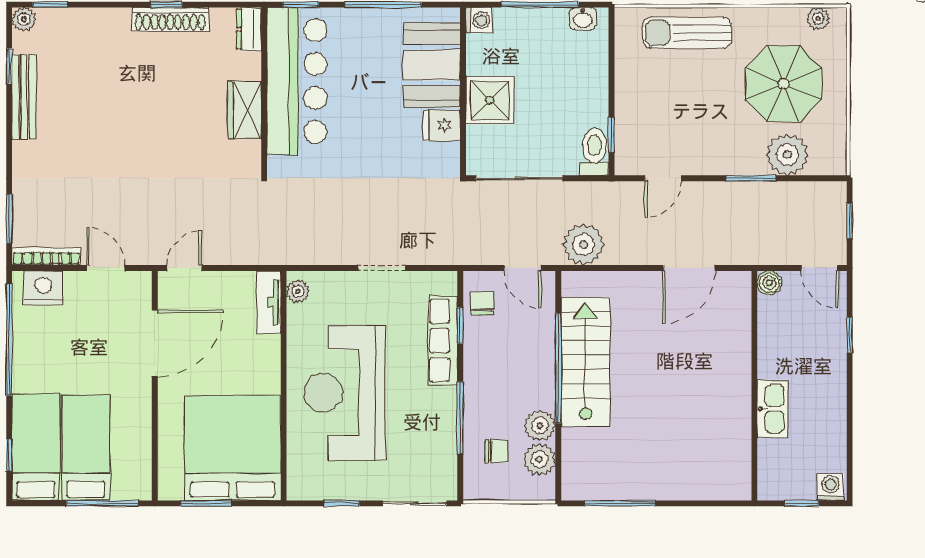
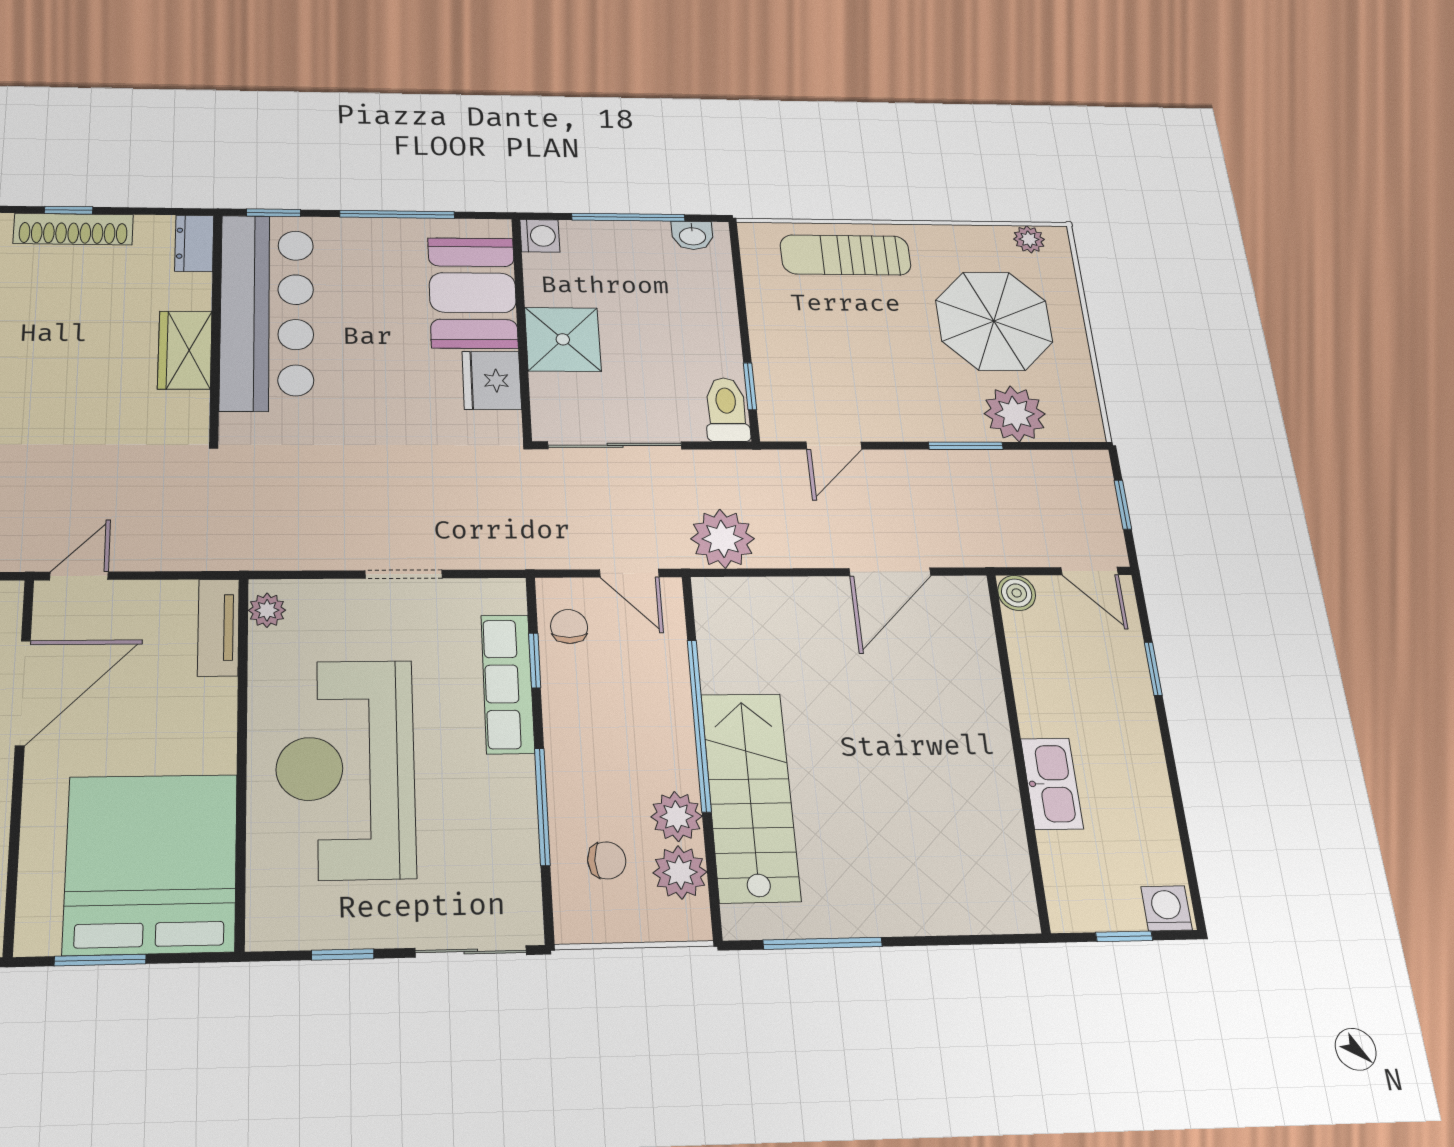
fridge: (442, 125) -> (492, 380), width x1.38
stairs: (585, 362) -> (750, 796), moved

